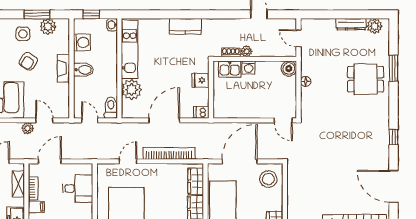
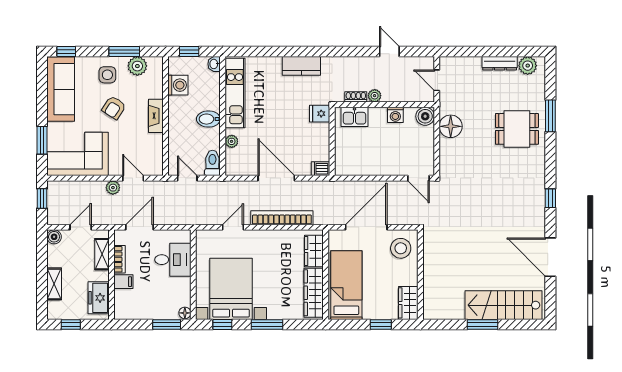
washing machine: (248, 67) -> (395, 115), moved
bidet: (83, 70) -> (208, 119), moved, turned 180
fridge: (201, 80) -> (320, 114), moved
floor lamp: (306, 81) -> (451, 126), width x1.89, depth x1.89
plant: (132, 90) -> (232, 141), width x0.53, depth x0.53
door: (164, 120) -> (276, 178), hinge flipped

